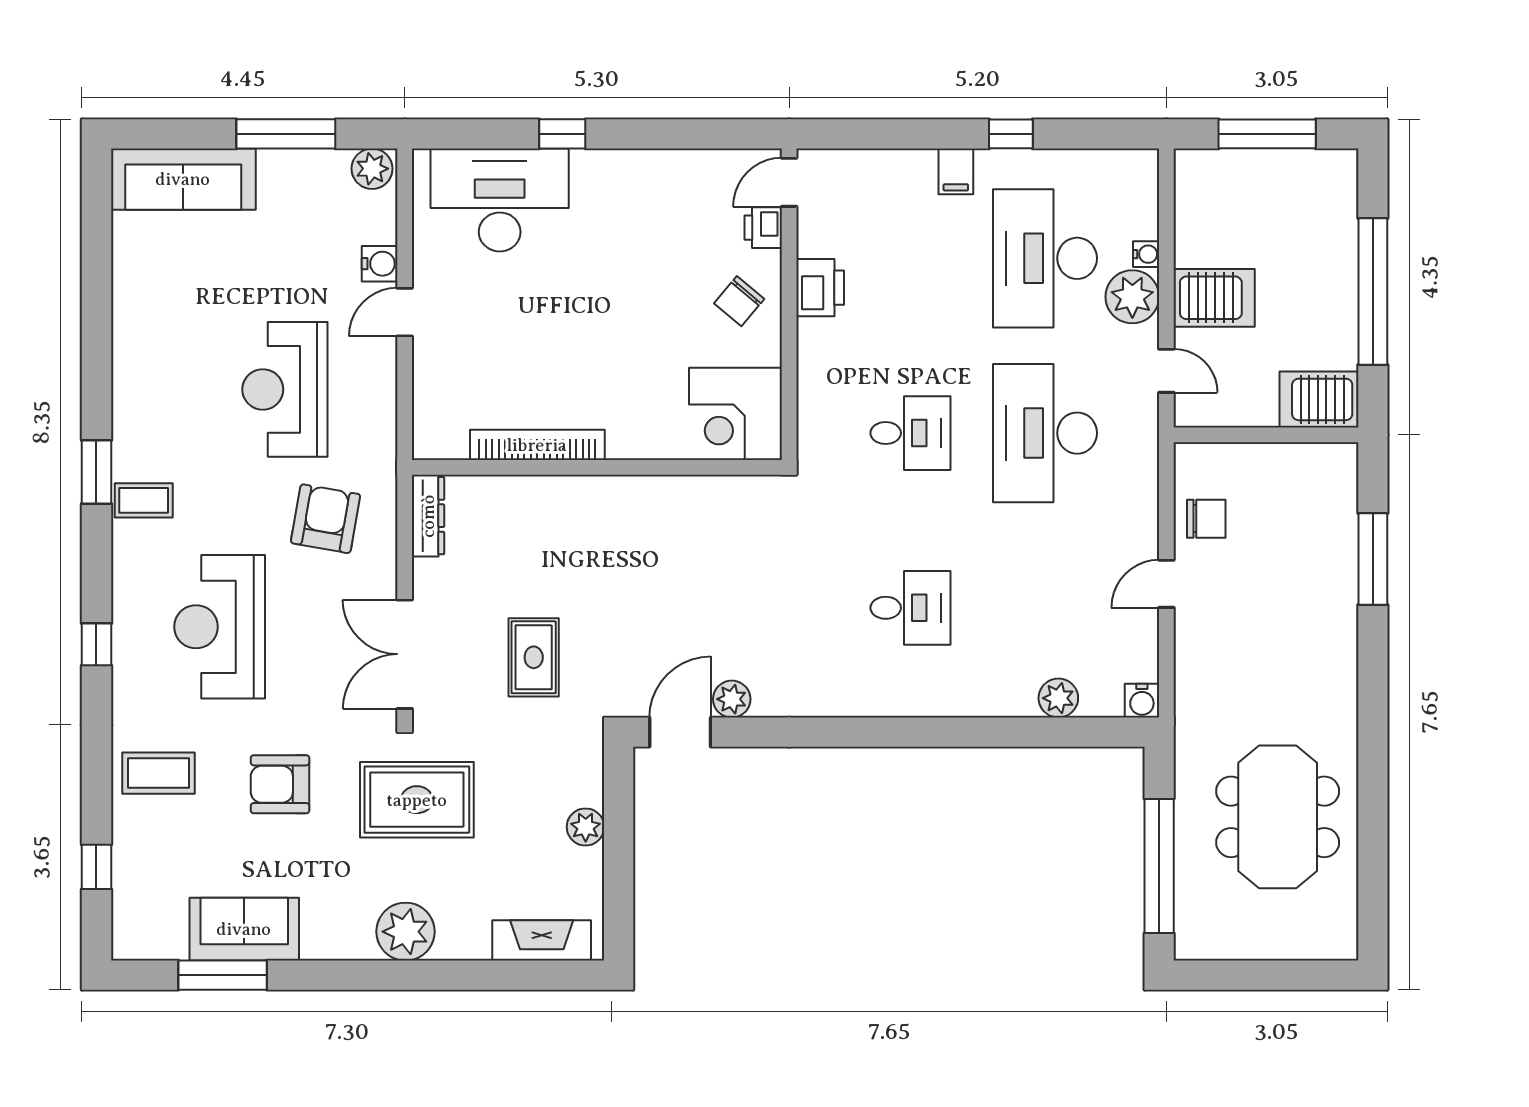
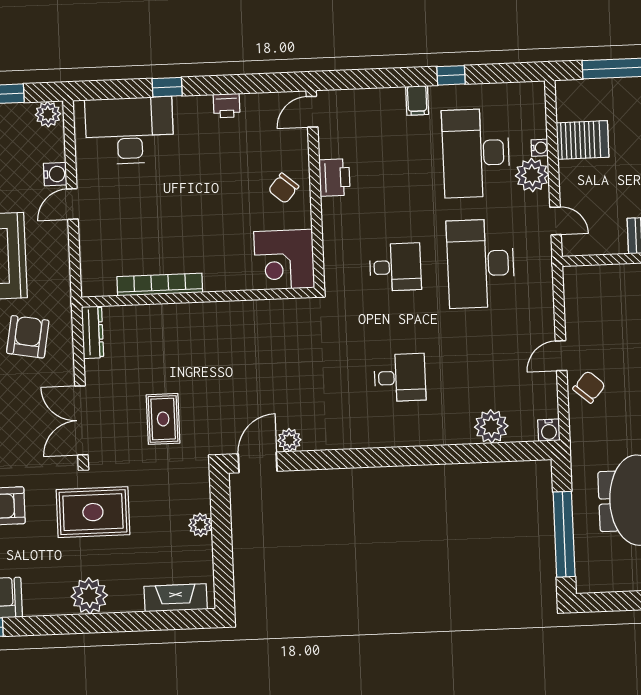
printer: (763, 228) -> (227, 106), moved, turned -90
server rack: (1214, 298) -> (582, 140), moved
chair: (1206, 519) -> (589, 387), moved, turned -49
plant: (1058, 698) -> (491, 426), width x1.36, depth x1.36

